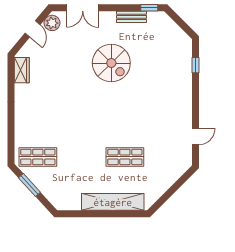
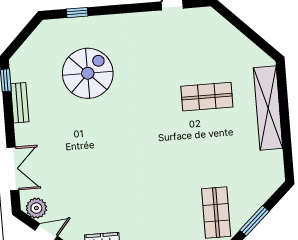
spiral stairs: (111, 63) -> (88, 73), moved
shop shelf: (125, 157) -> (207, 97), turned 90

